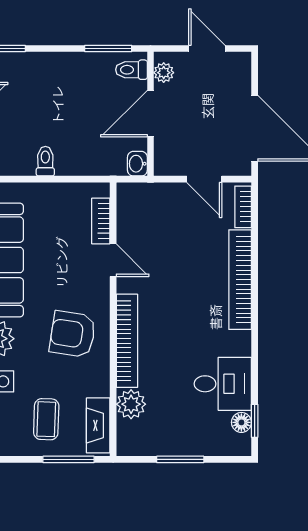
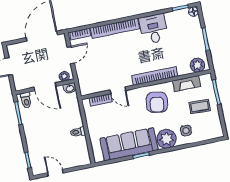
plant: (164, 73) -> (64, 76), moved
door: (113, 260) -> (118, 90), swing flipped
desk: (223, 384) -> (154, 29), moved
plant: (131, 404) -> (197, 65), moved
floor lamp: (241, 422) -> (193, 12), moved
fireplace: (98, 425) -> (186, 84), moved

